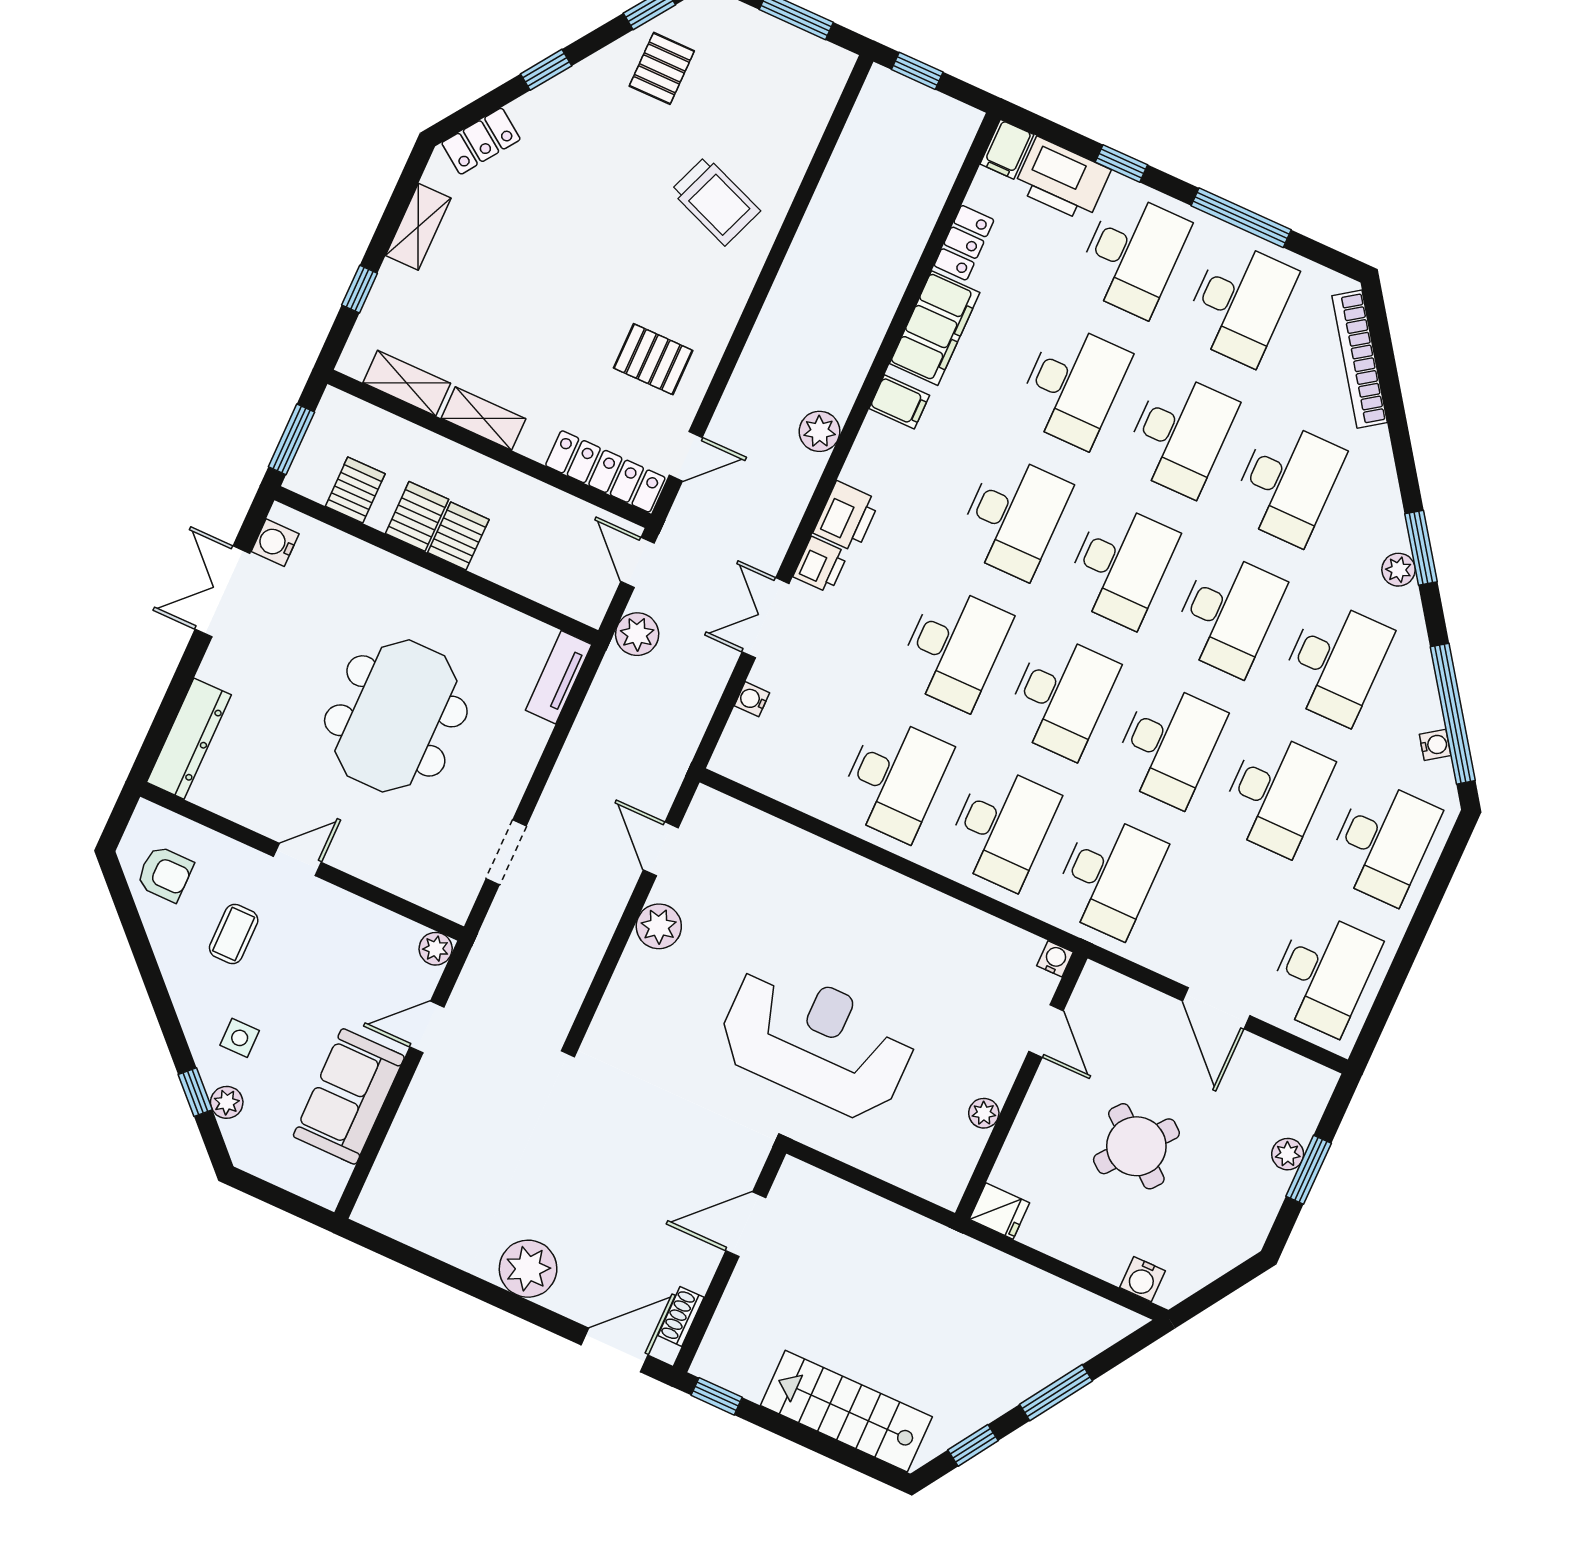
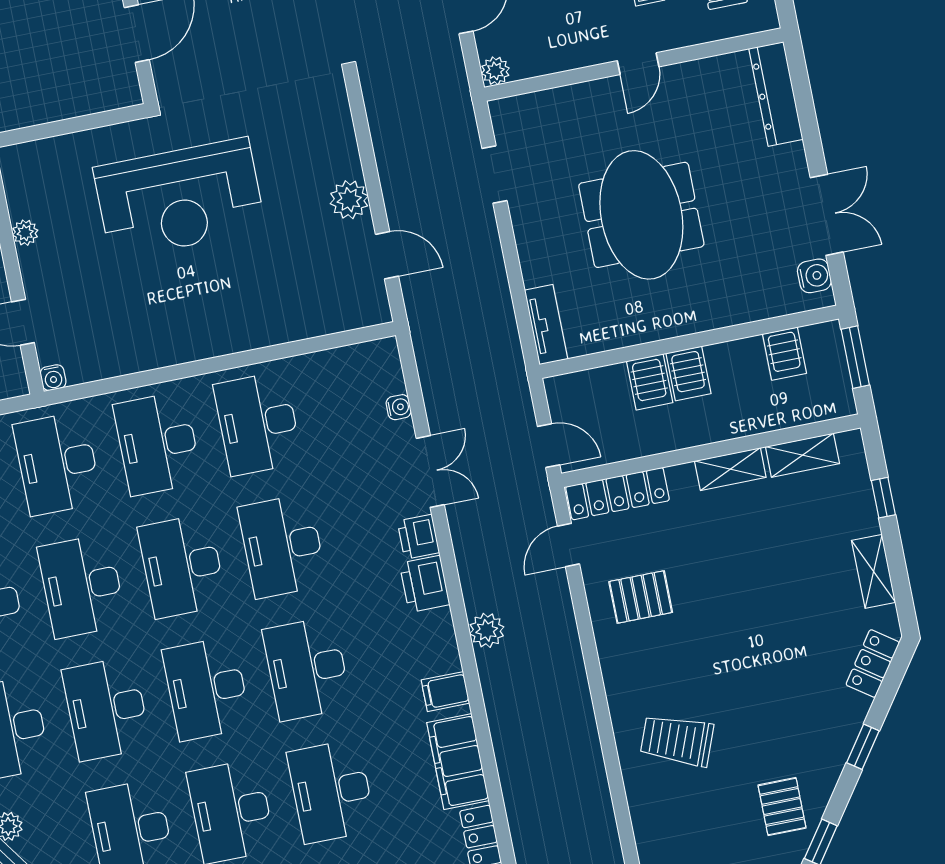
server rack: (417, 516) -> (650, 382), moved
plant: (637, 634) -> (513, 395), removed

